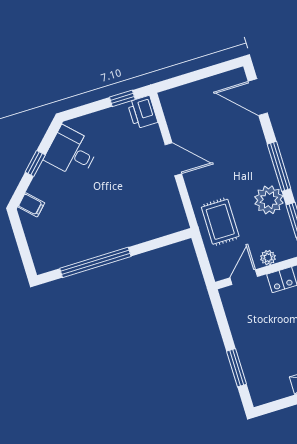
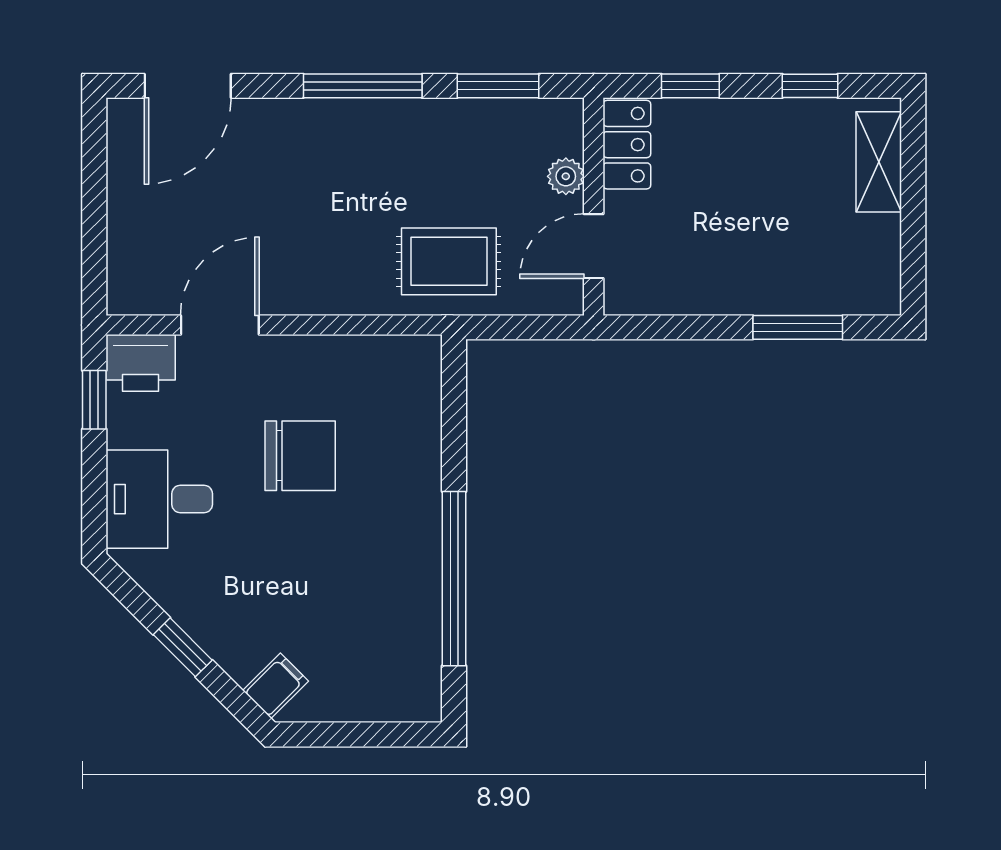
desk: (72, 152) -> (159, 499), moved, turned 45
door: (173, 159) -> (220, 325), moved
chair: (125, 187) -> (300, 456), added
plant: (269, 200) -> (433, 133), removed
door: (244, 277) -> (594, 246), hinge flipped

